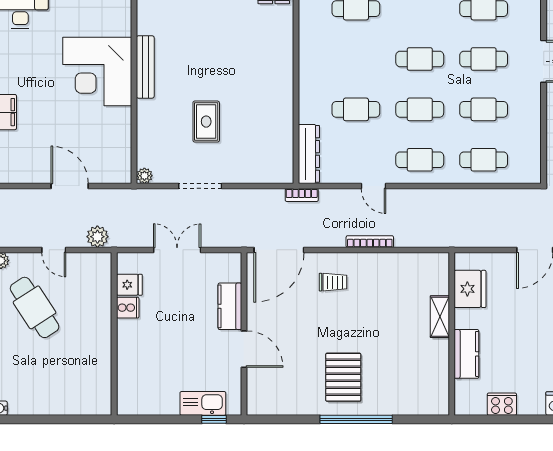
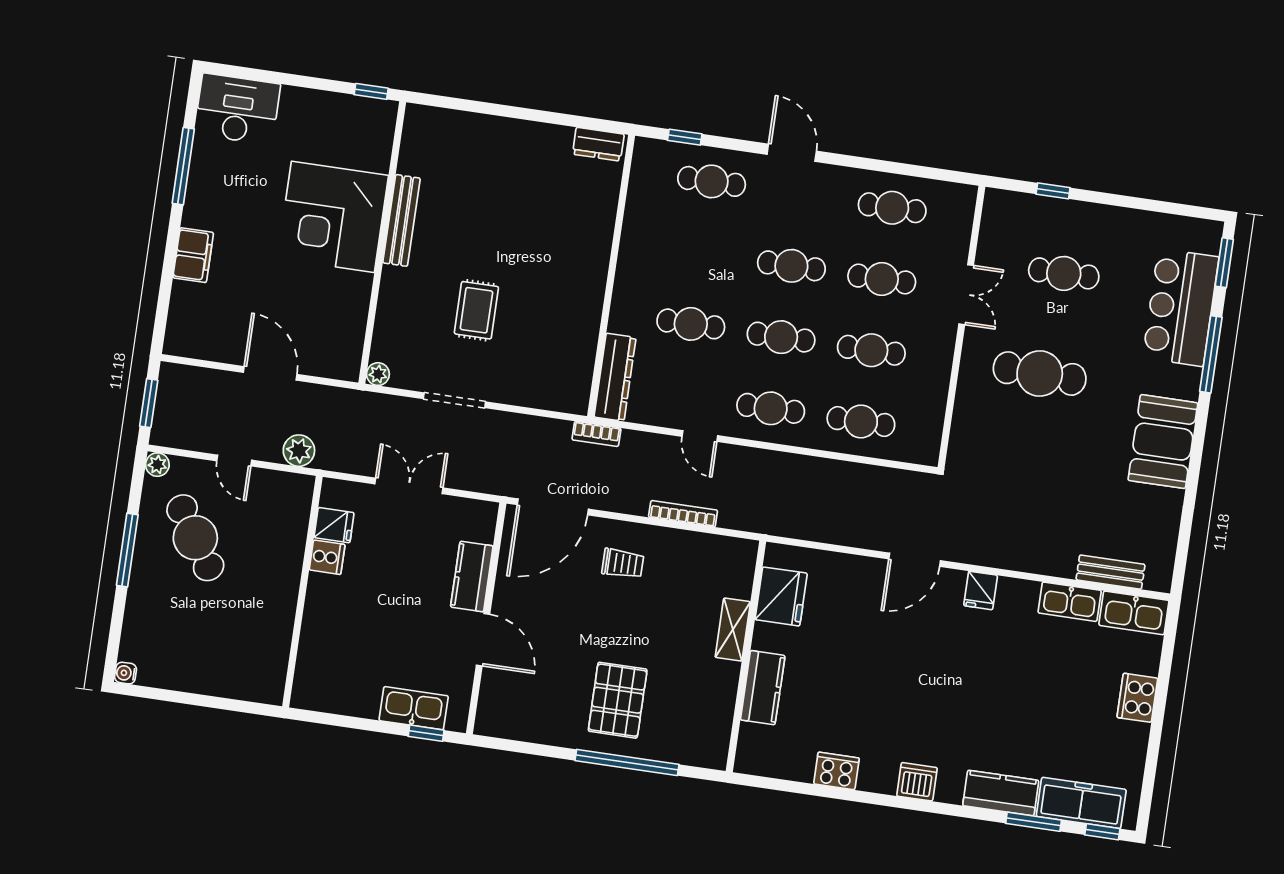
fridge: (470, 289) -> (781, 596), moved
shelving: (440, 317) -> (733, 629), moved
wall: (452, 334) -> (746, 656), moved
kitchen counter: (466, 354) -> (763, 688), moved

